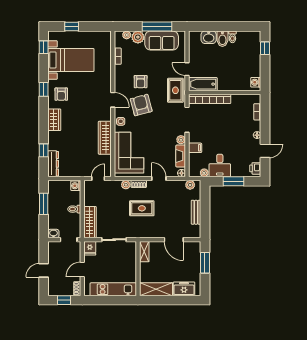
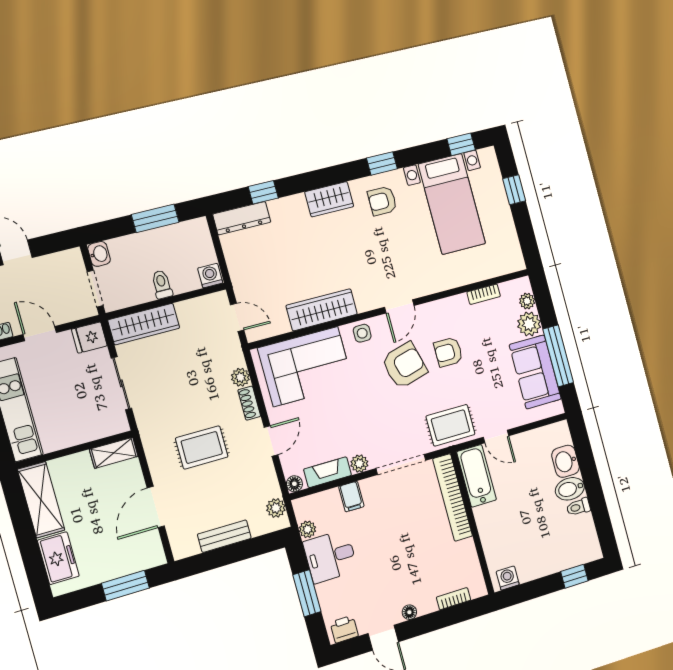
door: (187, 69) -> (496, 436), swing flipped
rug: (142, 208) -> (202, 448), moved, turned 90

